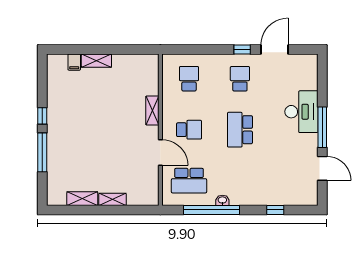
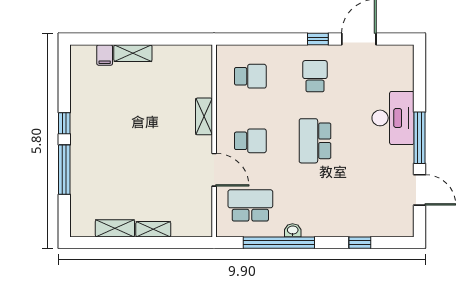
school desk: (189, 79) -> (250, 76), turned 90
school desk: (189, 181) -> (250, 205), turned 180

